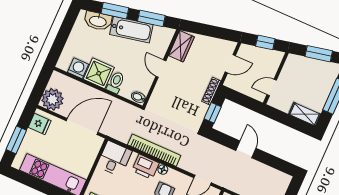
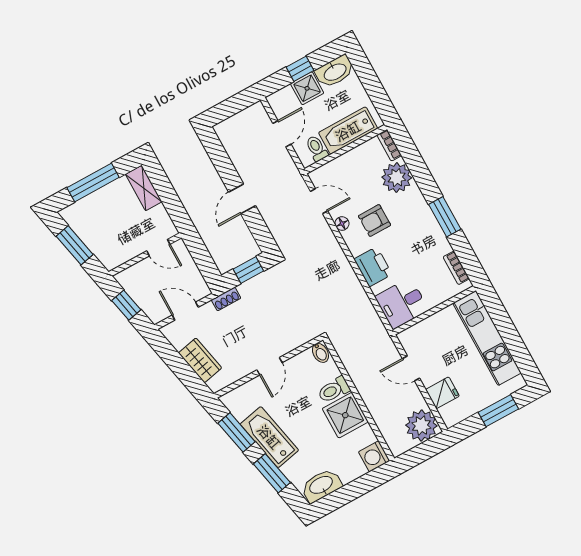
washbasin: (98, 21) -> (321, 485), moved, turned -78
wardrobe: (181, 46) -> (200, 360), moved, turned 78
washing machine: (78, 68) -> (374, 456), moved
shoe rack: (211, 91) -> (226, 299), width x0.70
fridge: (40, 124) -> (442, 393), moved, turned 90
door: (82, 127) -> (411, 368), width x0.53
bookcase: (154, 150) -> (349, 278), removed
floor lamp: (163, 170) -> (342, 224), moved

